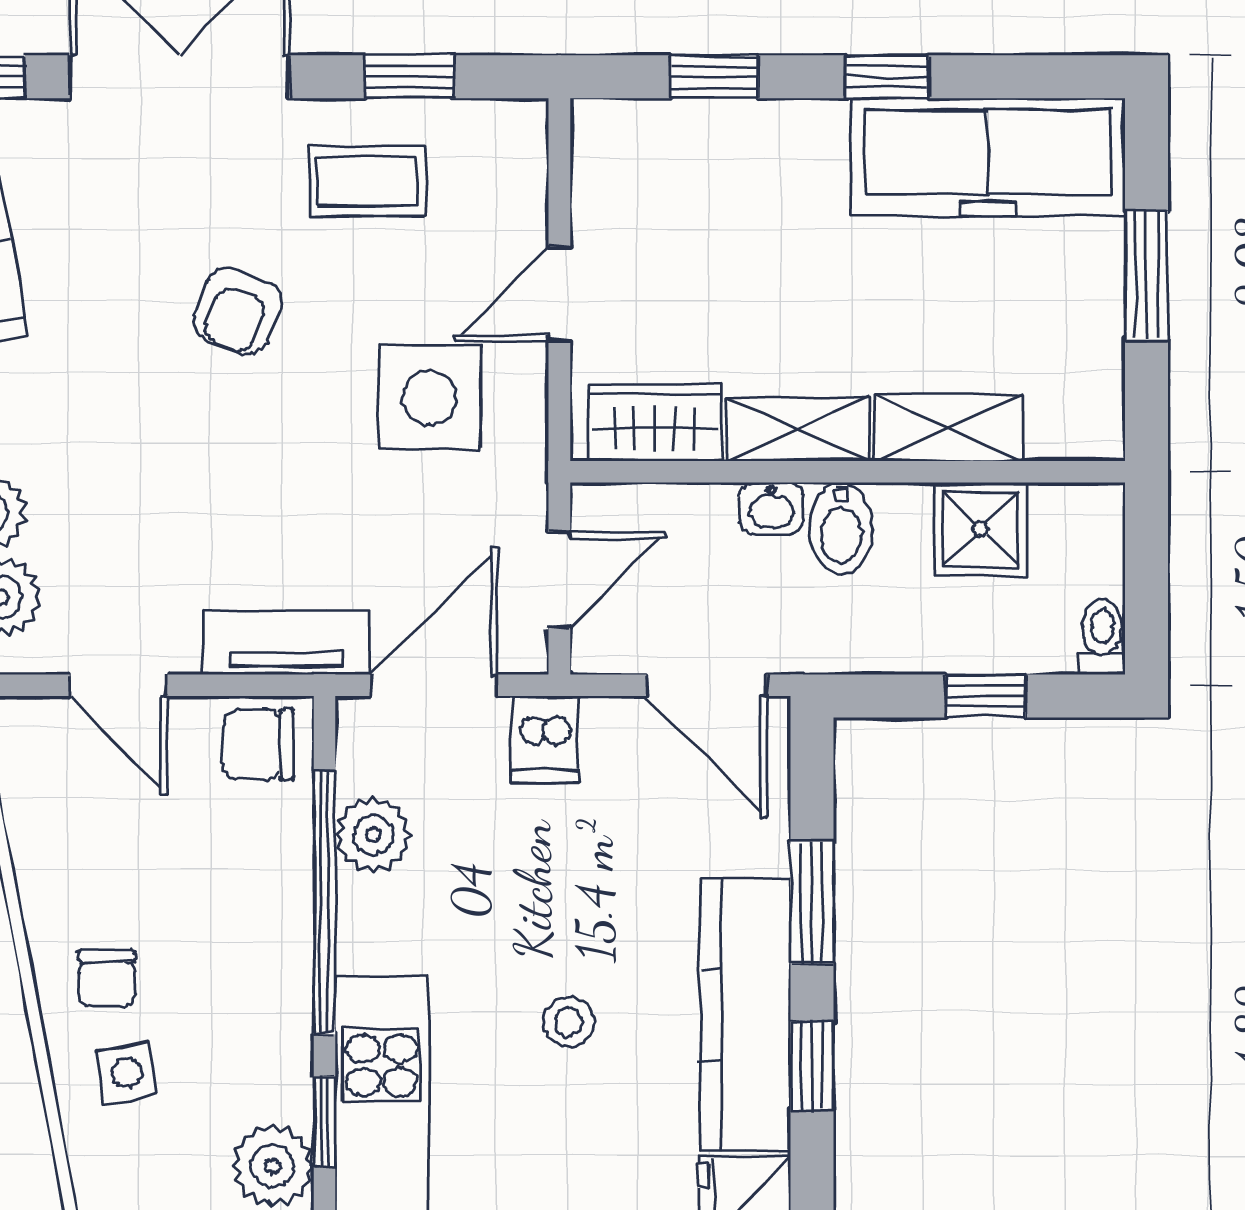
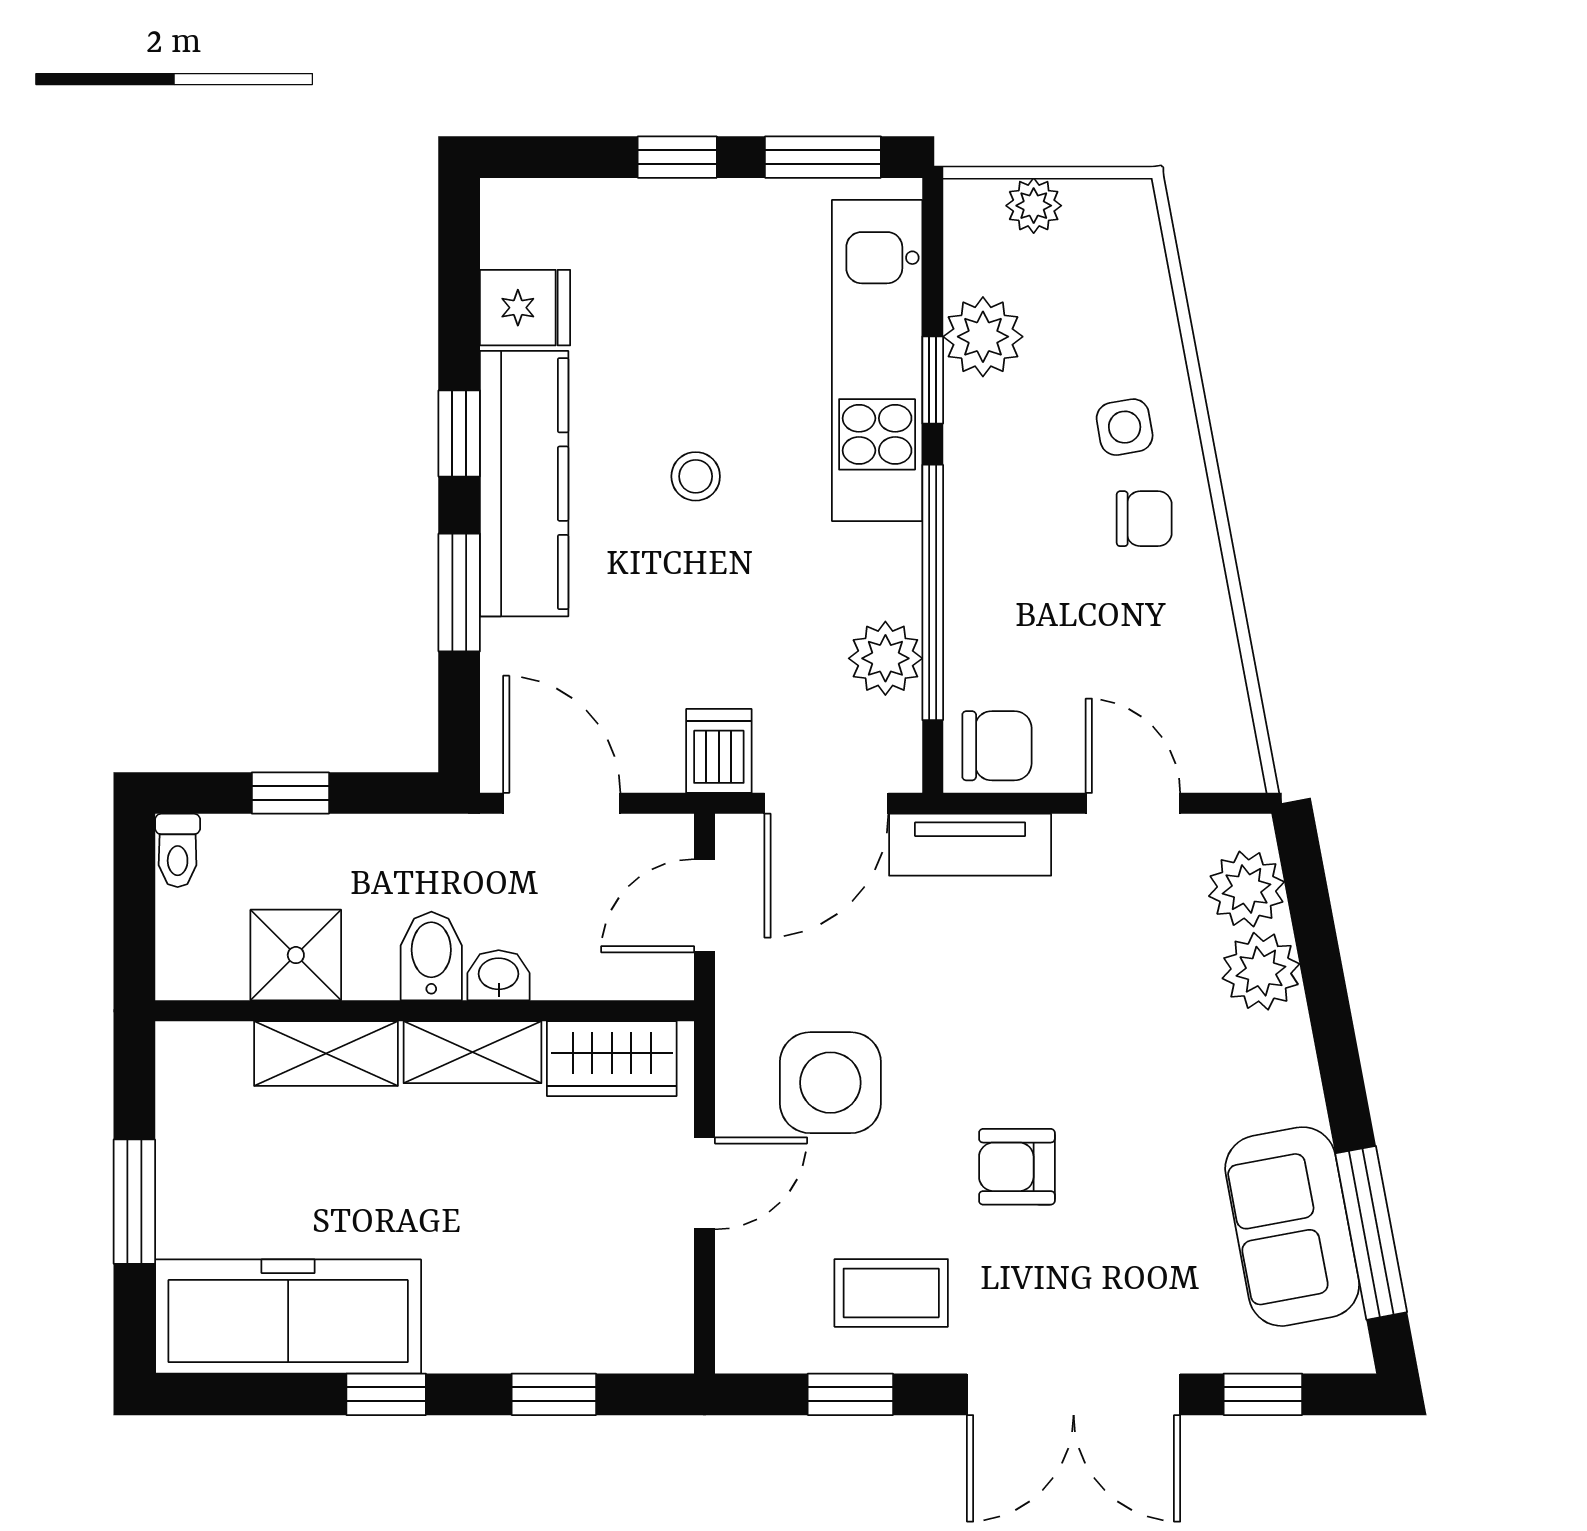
armchair: (238, 311) -> (1017, 1167), turned -112
chair: (107, 978) -> (1144, 519), turned 90

